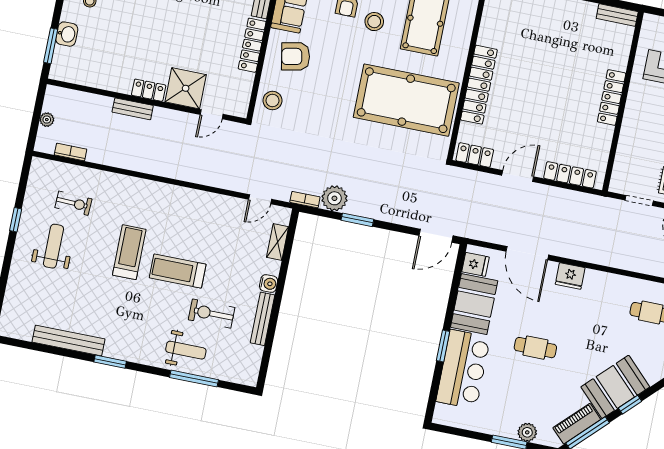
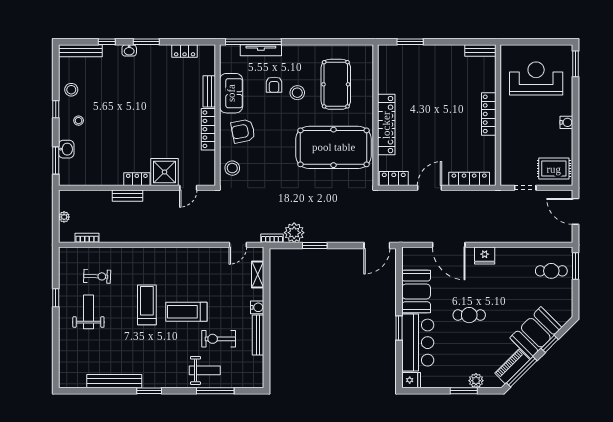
fridge: (475, 264) -> (411, 380), moved

